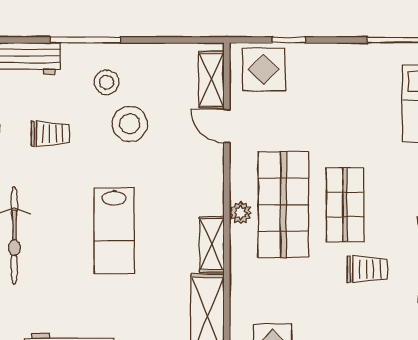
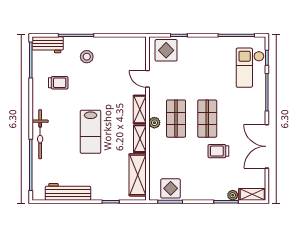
shelving: (211, 80) -> (140, 109), moved
stool: (130, 124) -> (98, 78), removed
shop shelf: (283, 205) -> (176, 119), width x0.70, depth x0.74
trolley: (367, 269) -> (218, 151), turned 180

